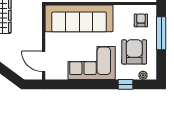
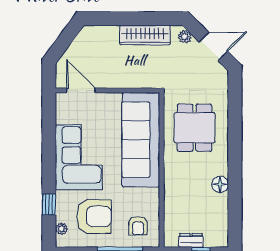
armchair: (141, 20) -> (138, 226), turned 90
door: (44, 61) -> (81, 90), hinge flipped

